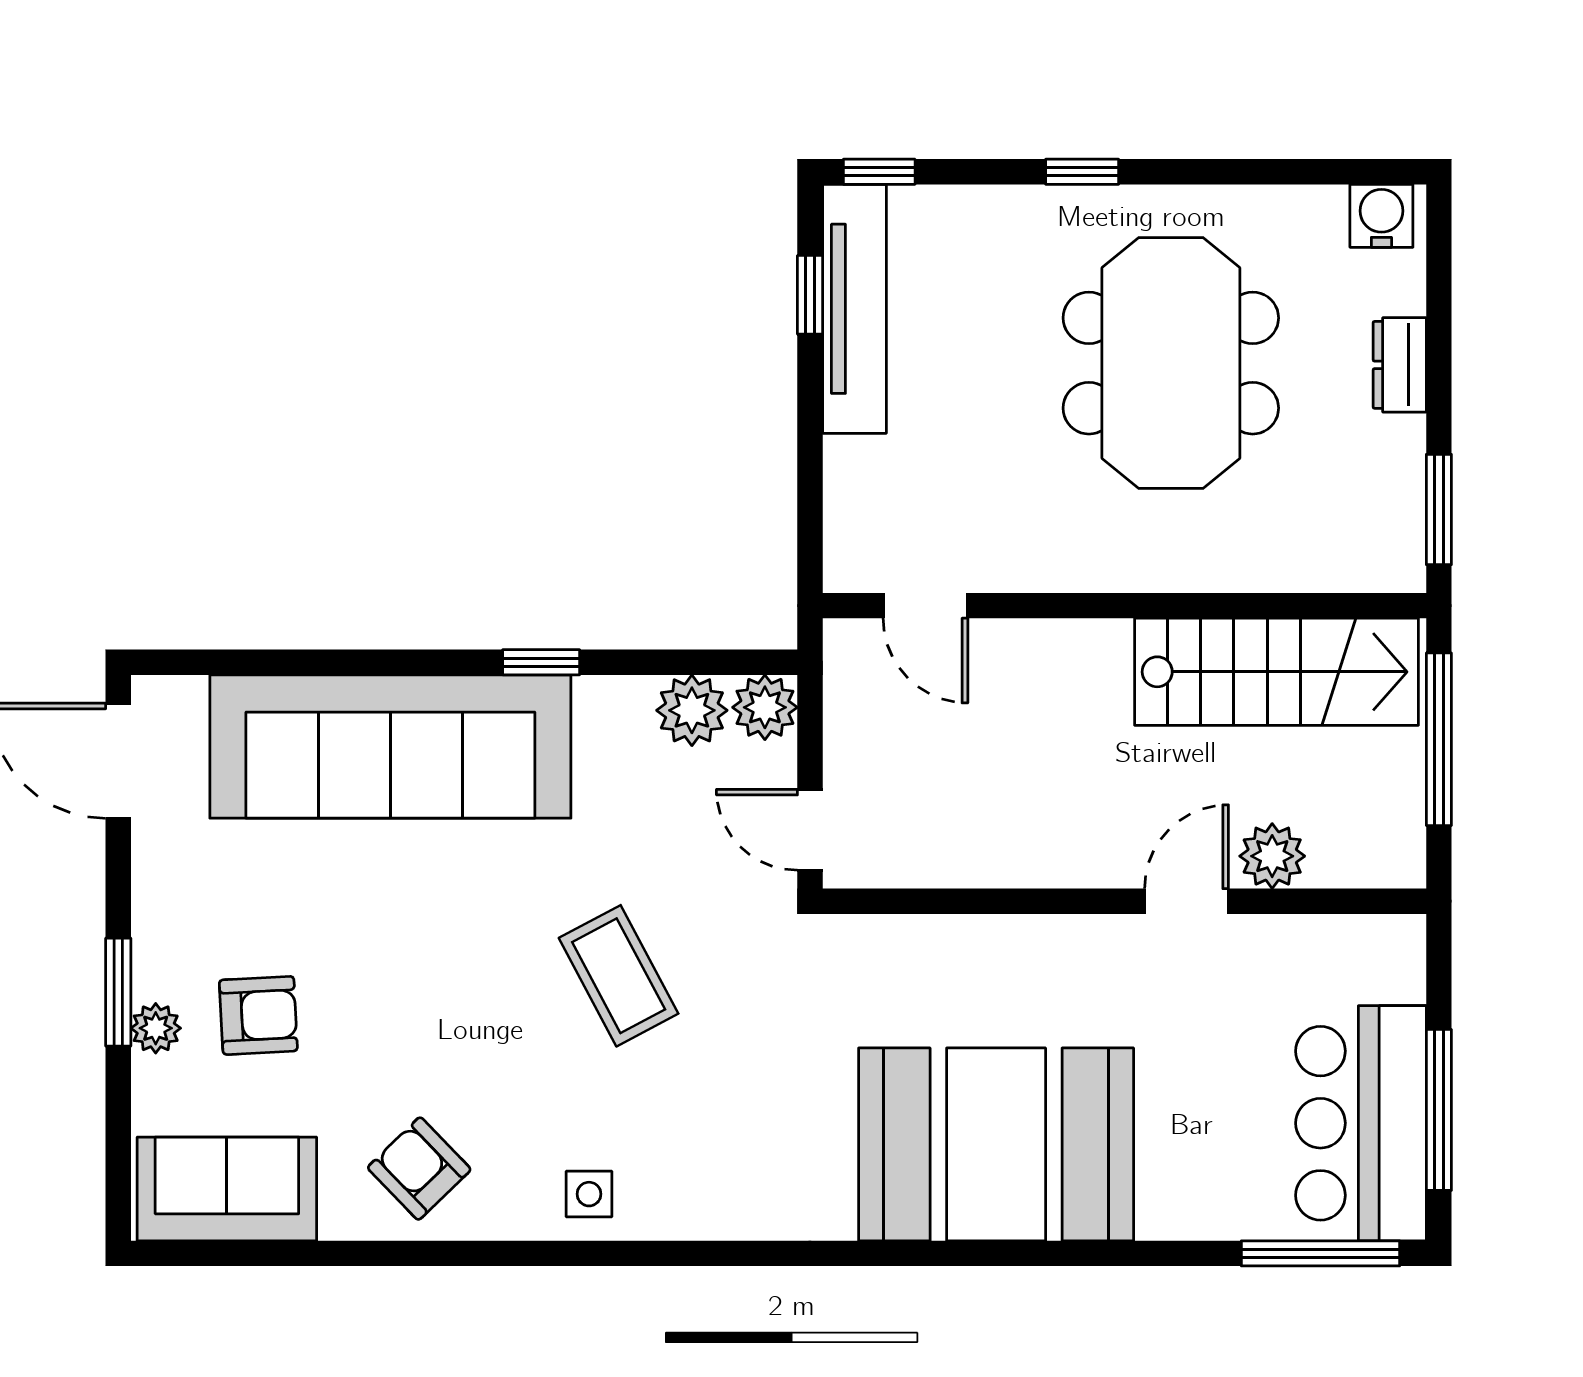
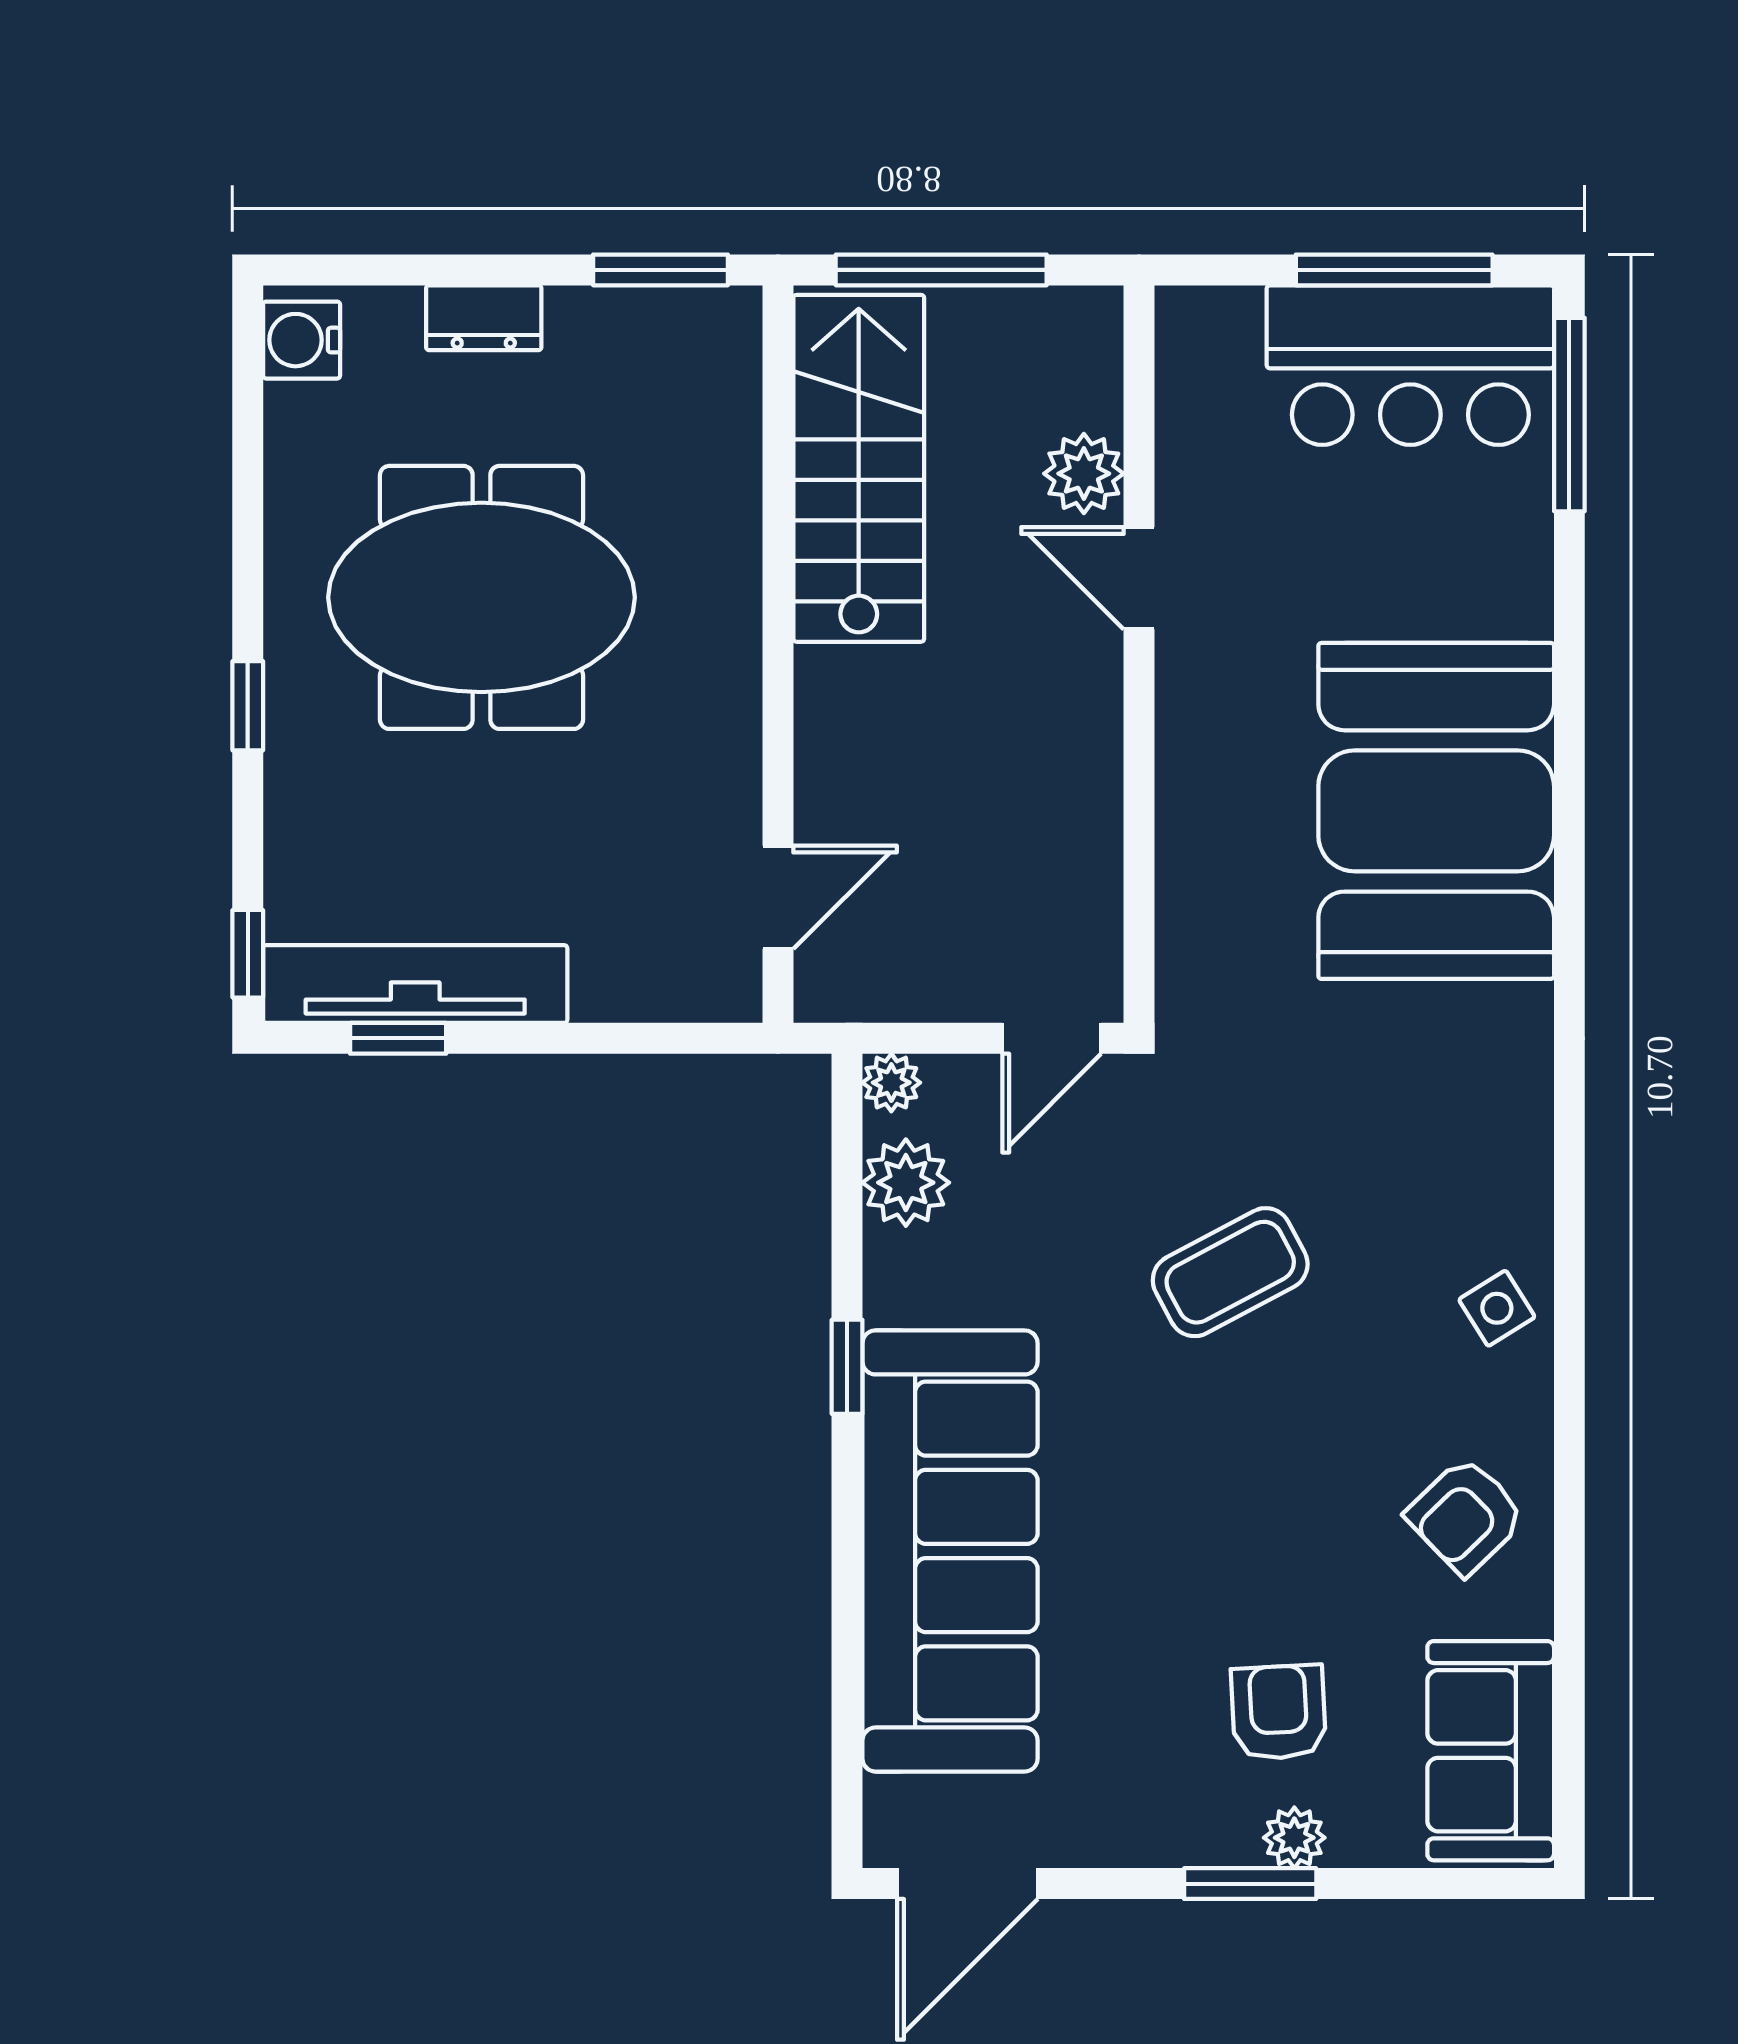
plant: (765, 707) -> (891, 1083), width x0.73, depth x0.73
side table: (589, 1194) -> (1497, 1308), turned -32

